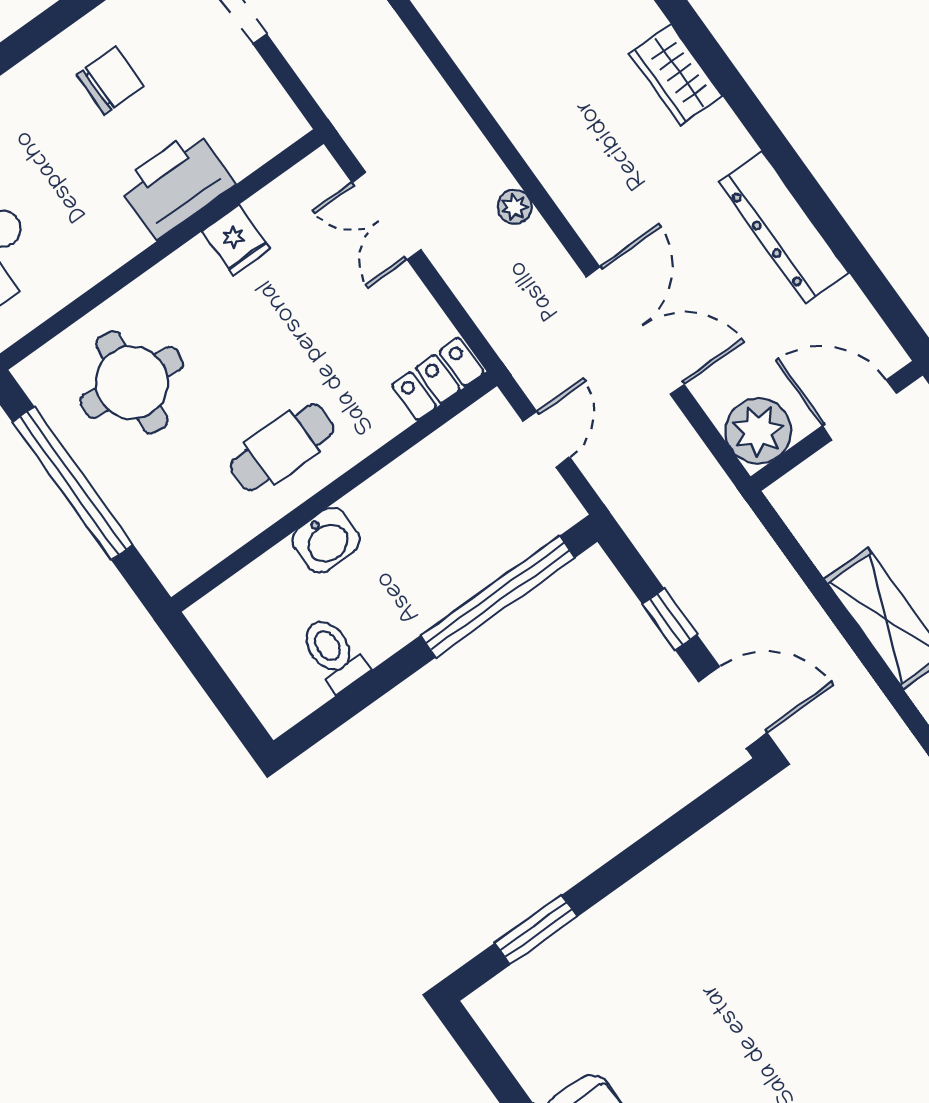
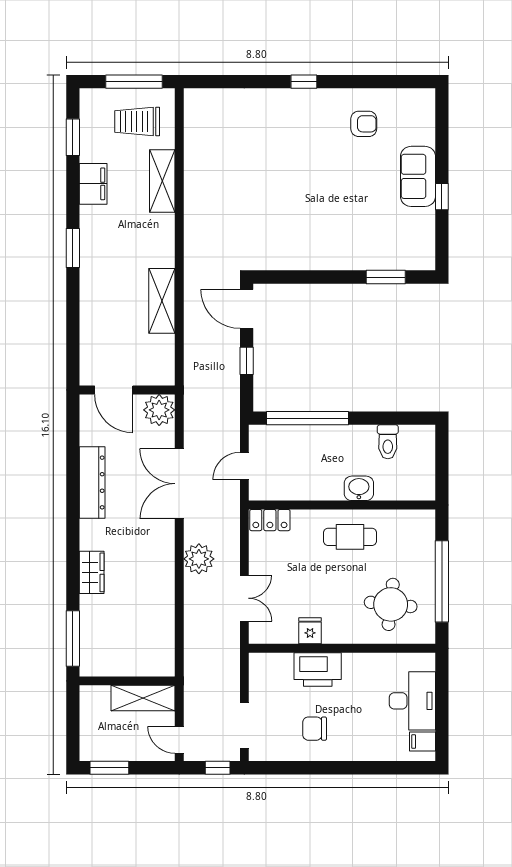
plant: (515, 207) -> (199, 559), width x1.88, depth x1.88

